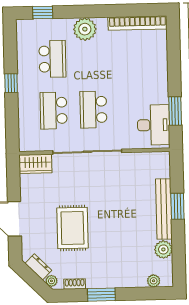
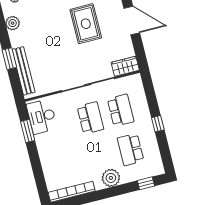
bench: (164, 209) -> (24, 71), moved

